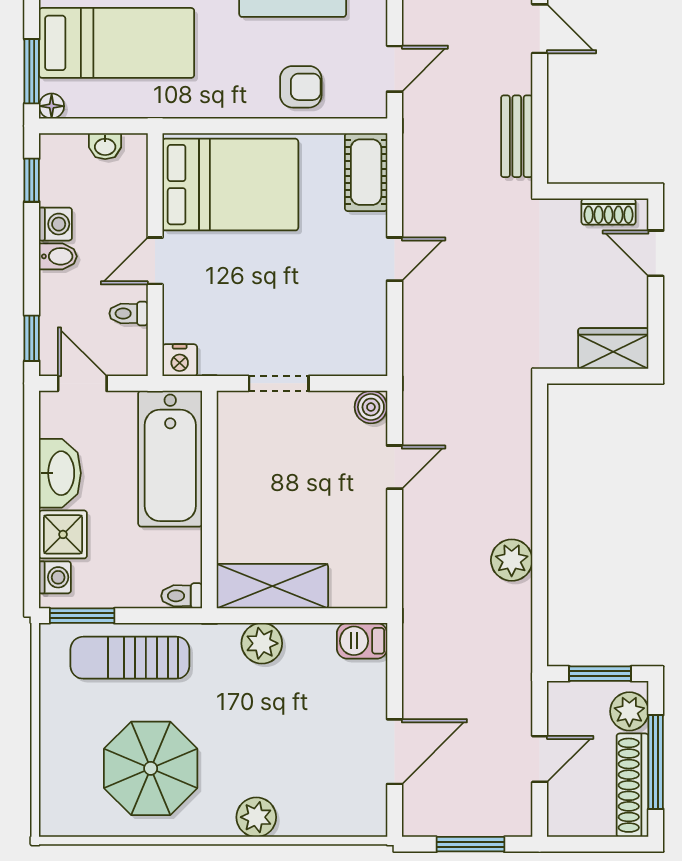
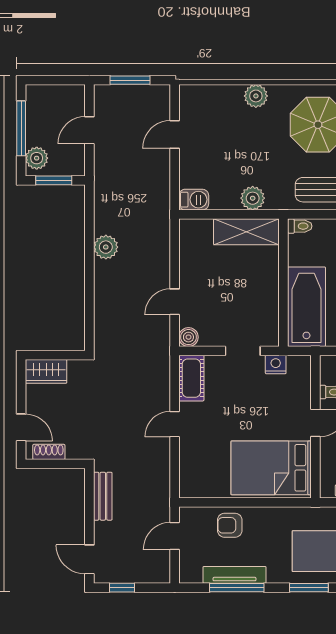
cot: (366, 172) -> (191, 378), moved
nightstand: (180, 360) -> (276, 365), moved
door: (395, 752) -> (175, 134), width x0.73
shoe rack: (632, 785) -> (35, 115), removed

